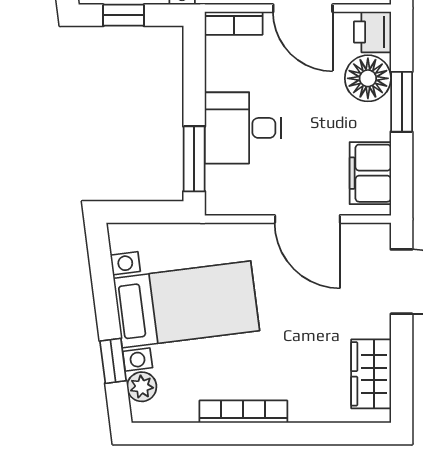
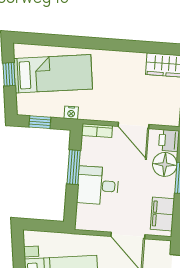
window: (194, 159) -> (74, 167), moved

